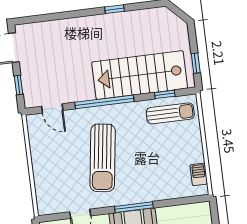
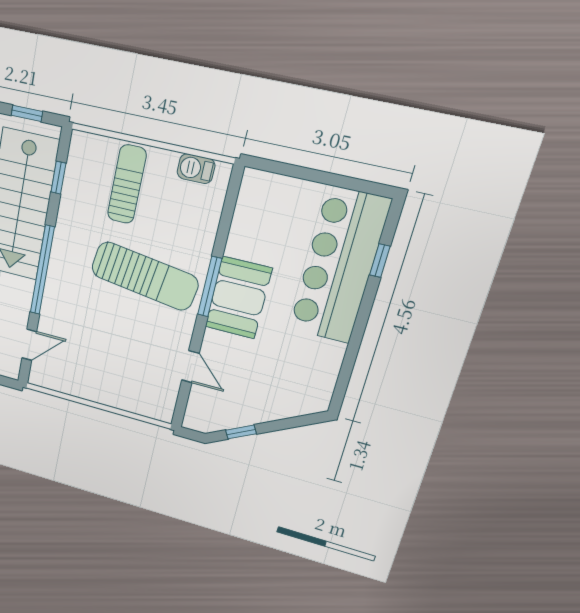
sun lounger: (170, 113) -> (127, 184), moved
sun lounger: (103, 158) -> (145, 276), moved

